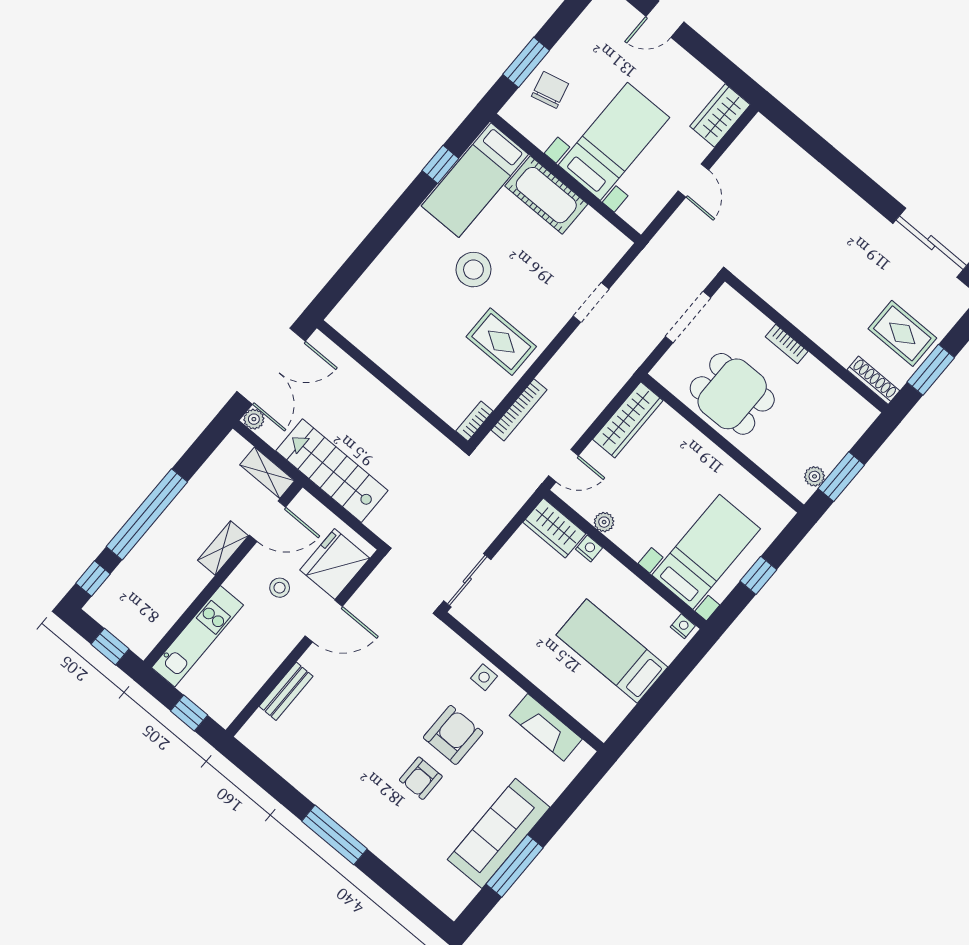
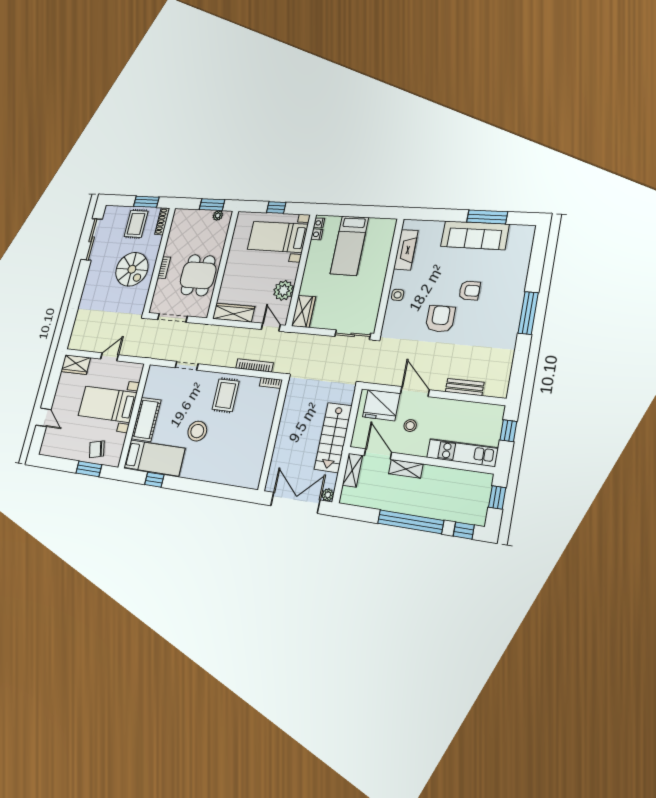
spiral stairs: (823, 288) -> (132, 269), added
plant: (604, 522) -> (283, 290), width x1.88, depth x1.88
nightstand: (589, 548) -> (317, 234), moved
armchair: (453, 735) -> (440, 319), moved, turned 90

